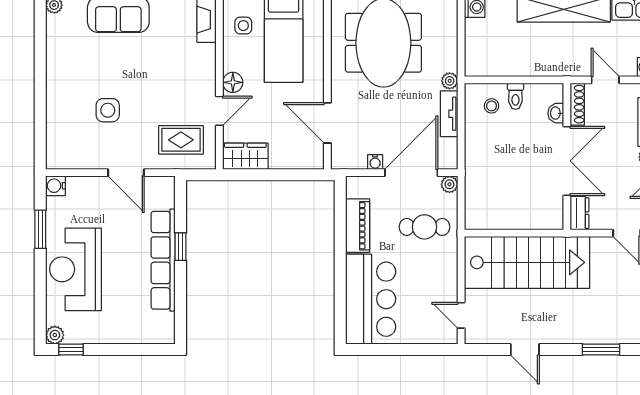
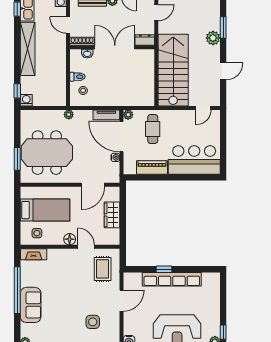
door: (605, 80) -> (68, 25), hinge flipped
side table: (108, 110) -> (93, 322), moved
tv unit: (449, 114) -> (106, 115), moved
wardrobe: (245, 156) -> (112, 215), moved
plant: (583, 332) -> (213, 38), added

